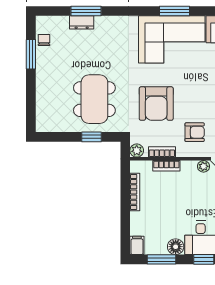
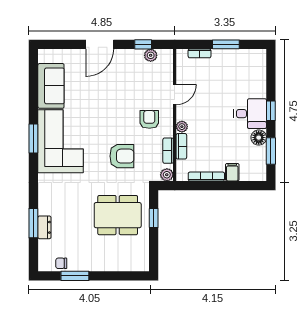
armchair: (156, 104) -> (122, 156), width x0.73, depth x0.73
plant: (204, 166) -> (182, 127), moved
filing cabinet: (137, 245) -> (232, 172), moved, turned 90

